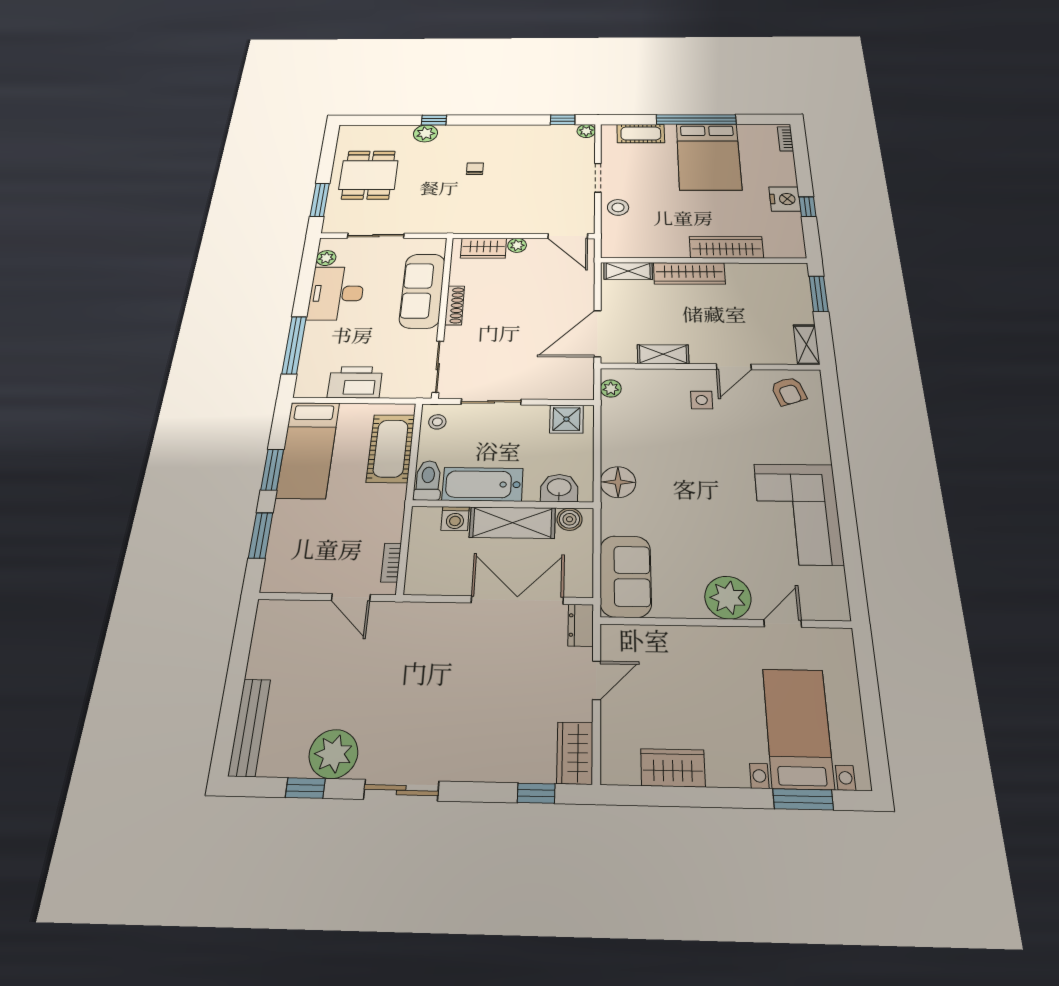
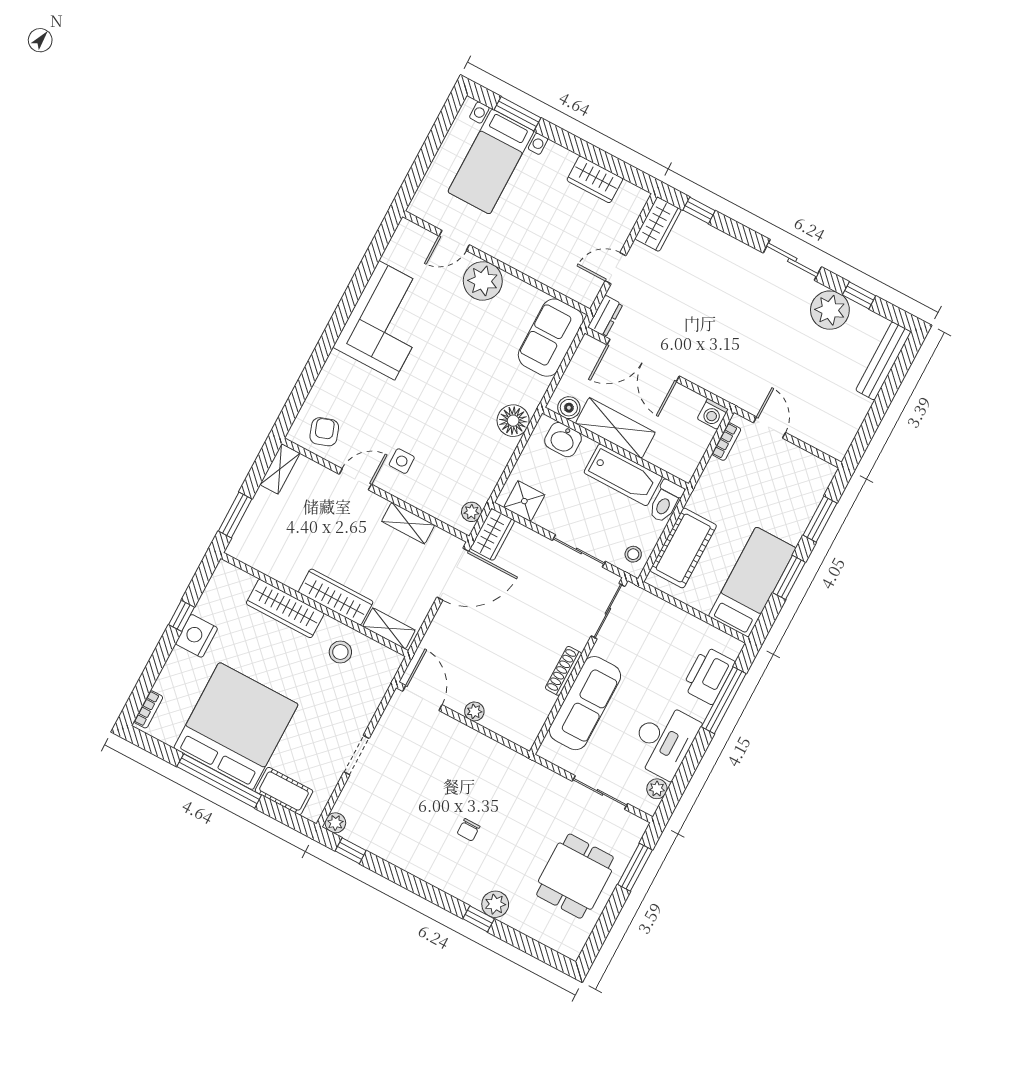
bed: (709, 157) -> (236, 726), width x1.36
stool: (618, 207) -> (340, 652), moved
wardrobe: (484, 248) -> (492, 534), moved, turned 90
printer: (355, 382) -> (708, 675), moved, turned 90
washing machine: (455, 519) -> (713, 414), moved, turned 180

